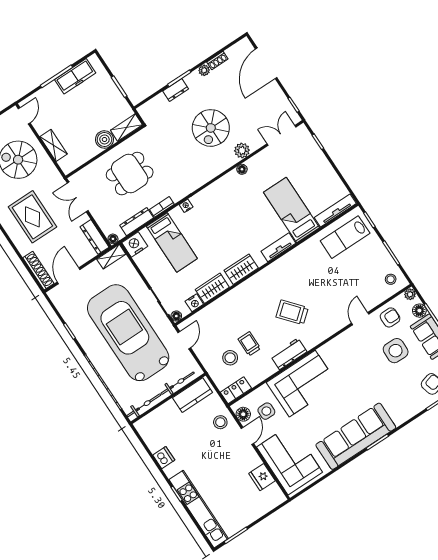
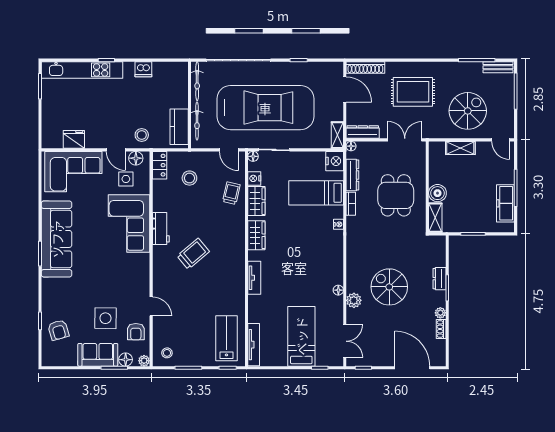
bed: (292, 210) -> (301, 336), moved, turned -90
trolley: (249, 344) -> (231, 193), moved, turned -77

